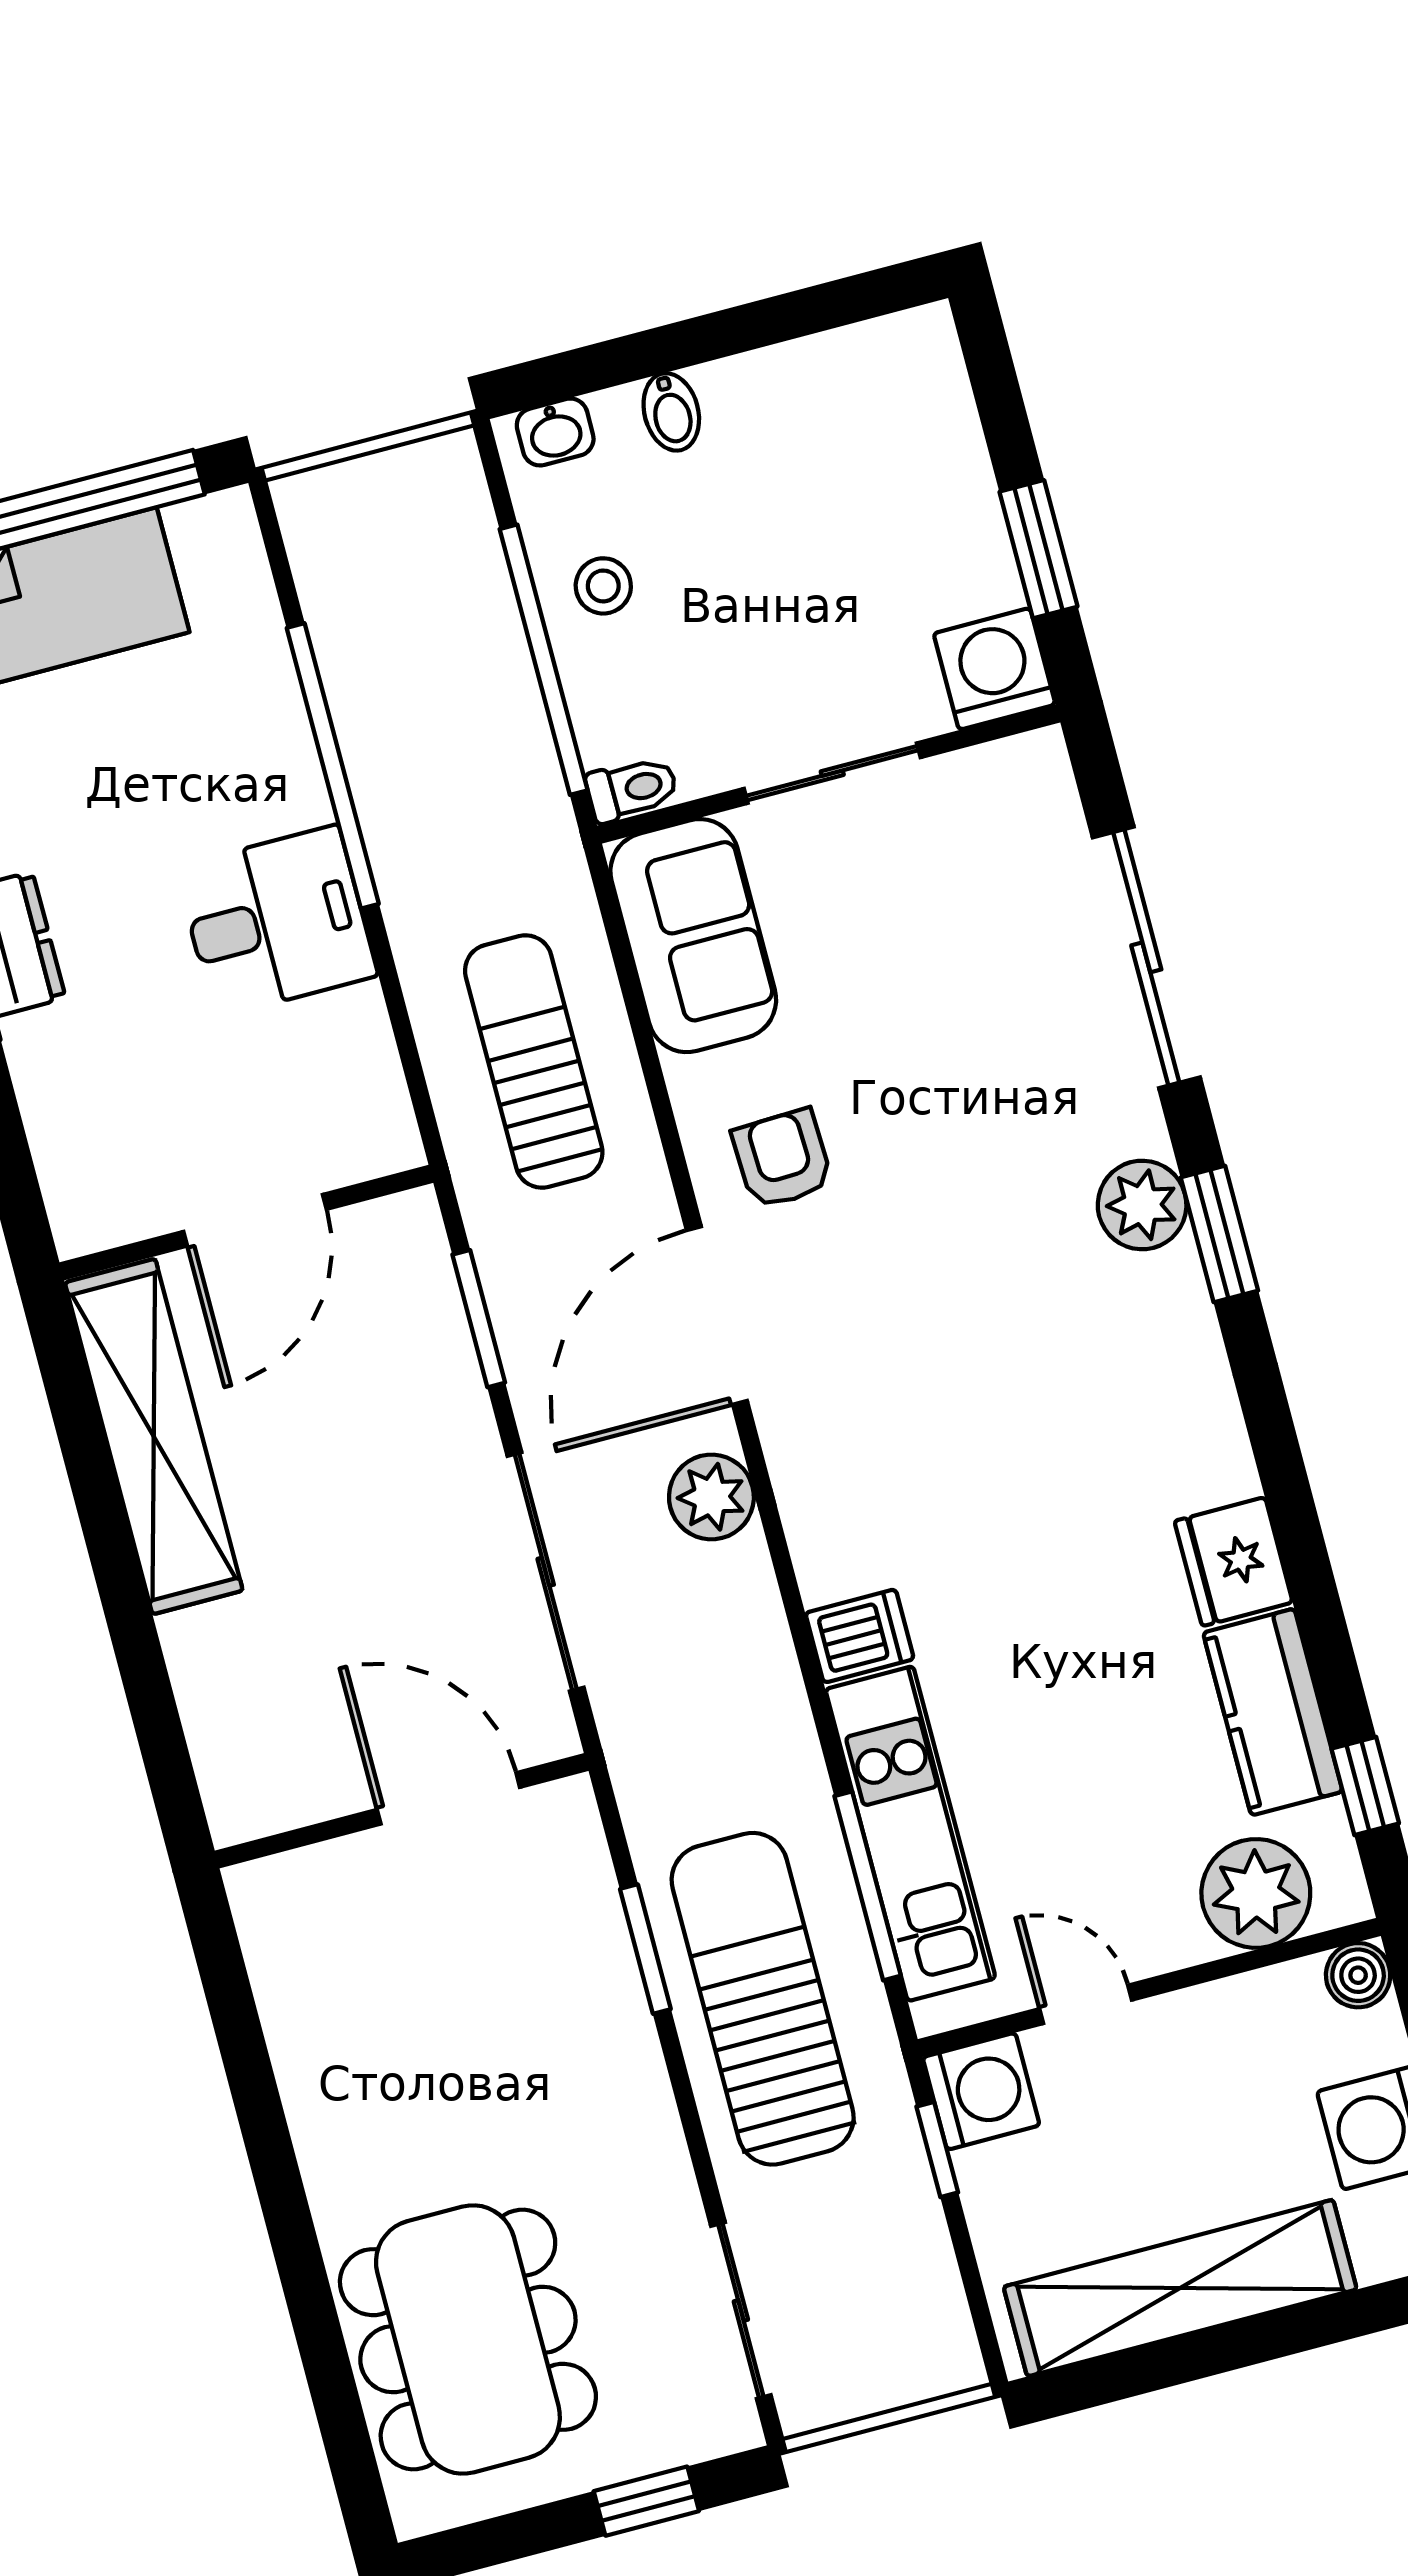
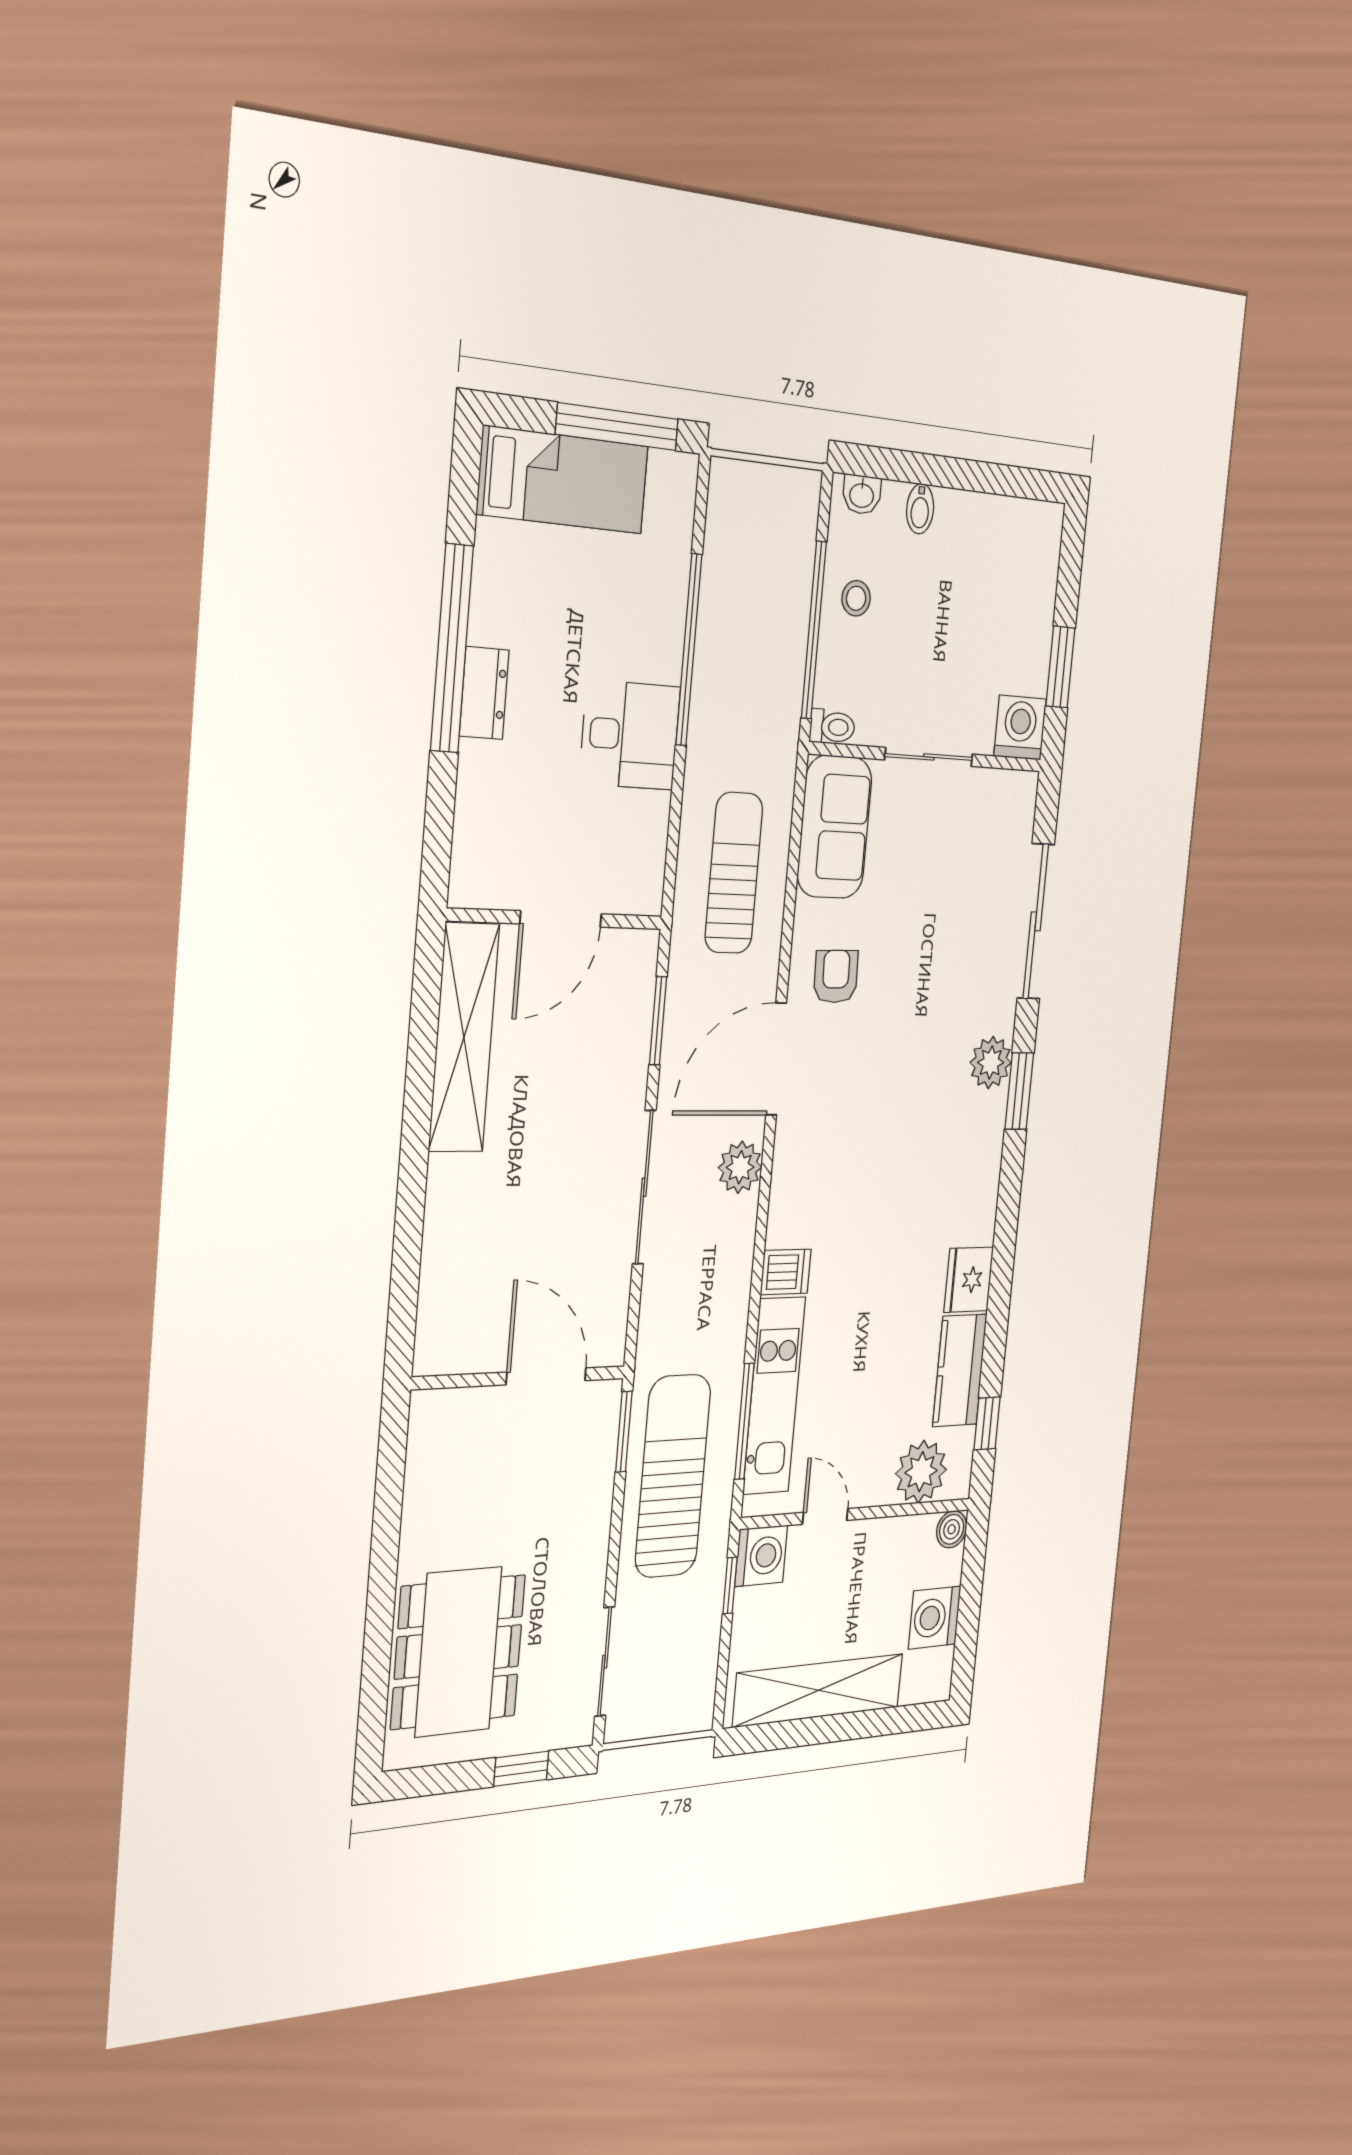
door: (448, 1798) -> (546, 1376), moved
wall: (402, 1811) -> (519, 1378), moved

